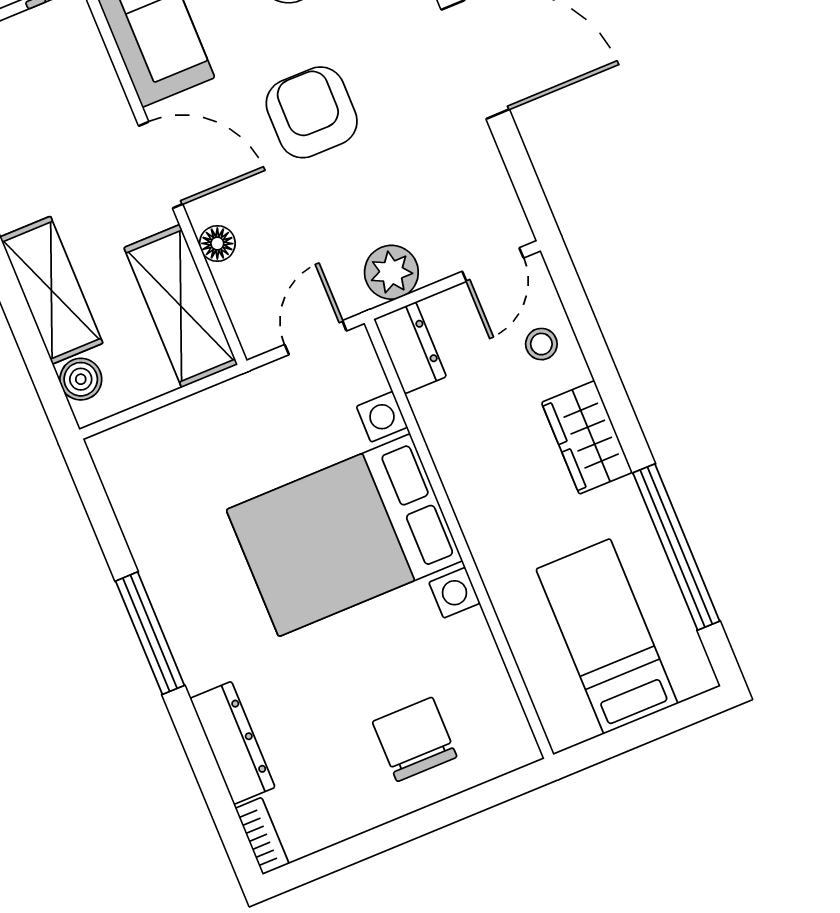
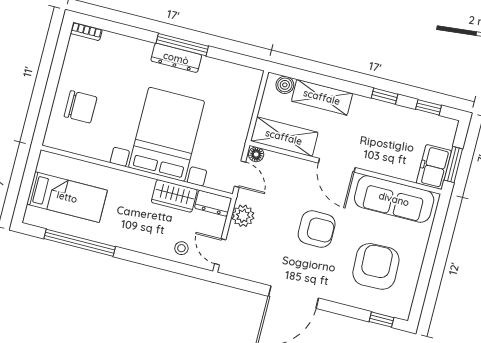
door: (161, 165) -> (337, 165), hinge flipped
floor lamp: (217, 243) -> (256, 154), moved
wardrobe: (587, 437) -> (174, 196), moved, turned 180
dresser: (232, 743) -> (176, 58), moved

